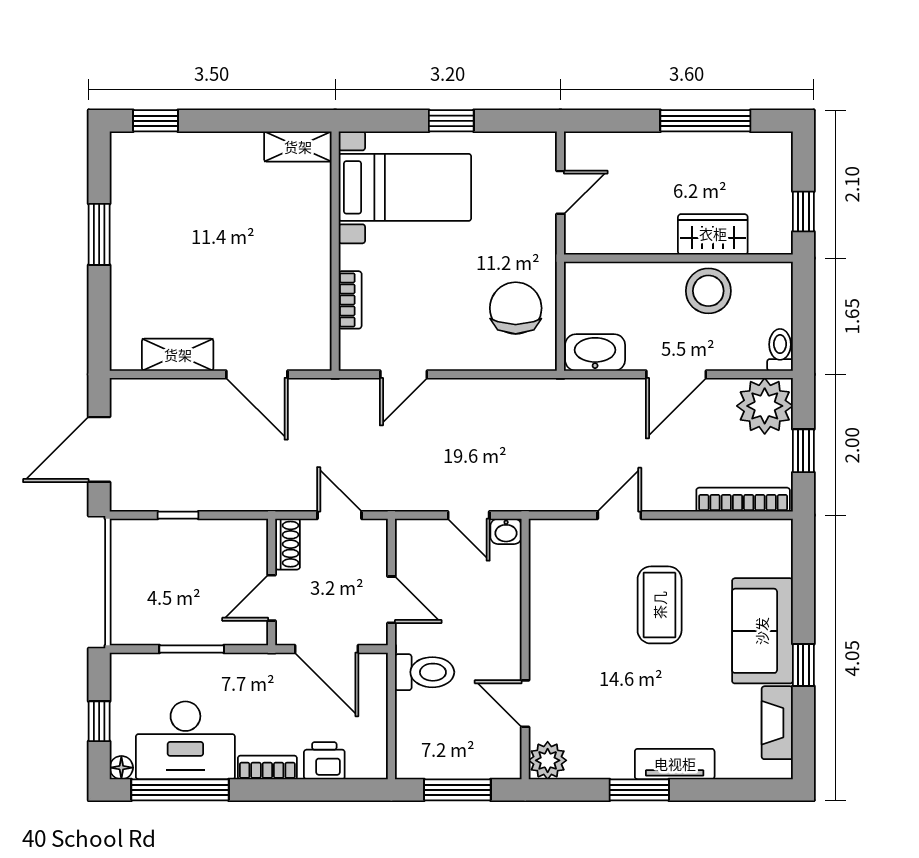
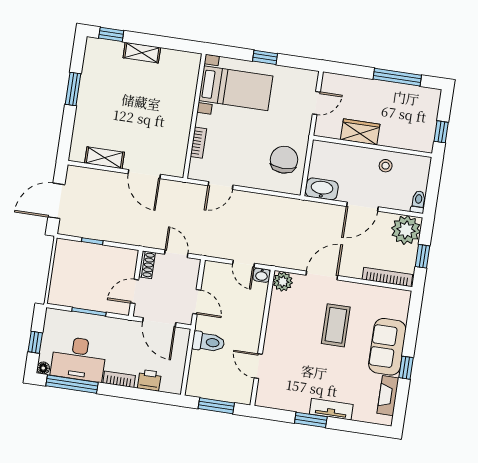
shelving: (298, 147) -> (142, 53), moved
wardrobe: (713, 234) -> (360, 132), moved
stool: (708, 291) -> (386, 166), width x0.53, depth x0.53
door: (619, 515) -> (322, 275), width x1.38
plant: (548, 760) -> (283, 282), moved

